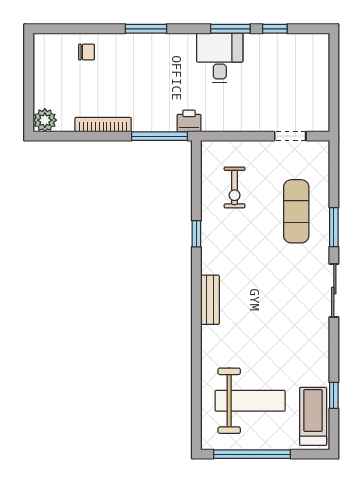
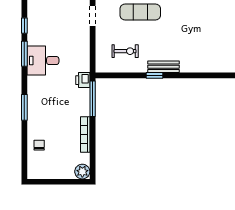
bench: (210, 300) -> (164, 67), moved

